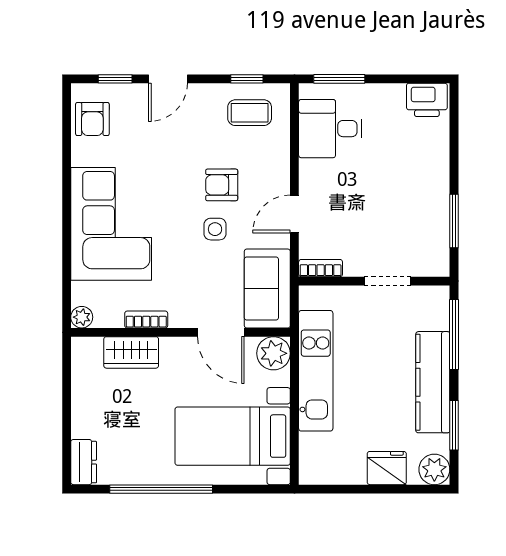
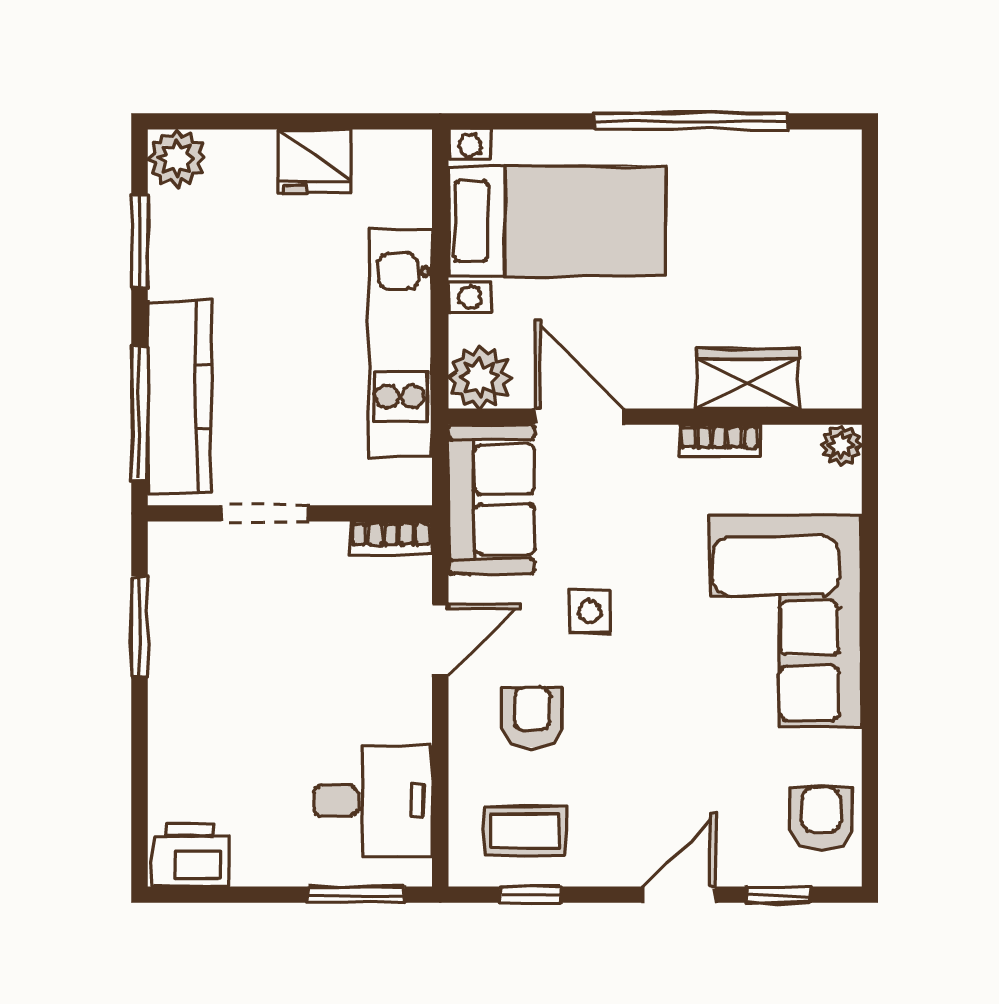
armchair: (222, 185) -> (532, 717), moved, turned -90
kitchen counter: (433, 382) -> (179, 397), moved
dresser: (84, 462) -> (838, 172), removed
fridge: (387, 468) -> (314, 161), moved

